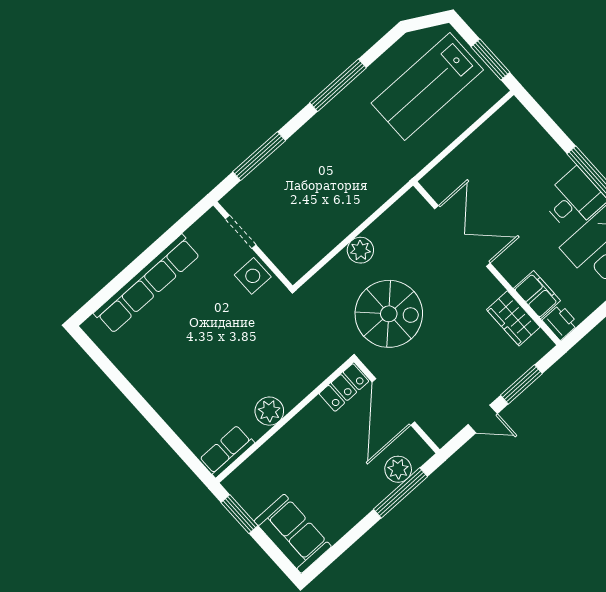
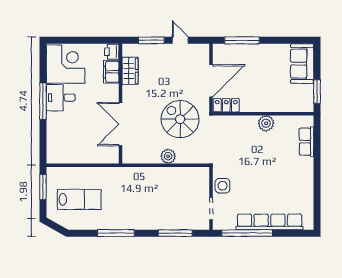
lab bench: (427, 86) -> (79, 199), width x0.73, depth x0.72
window: (163, 242) -> (247, 233), added
row of seats: (227, 451) -> (306, 142), moved, turned 90
plant: (398, 469) -> (234, 51), removed

